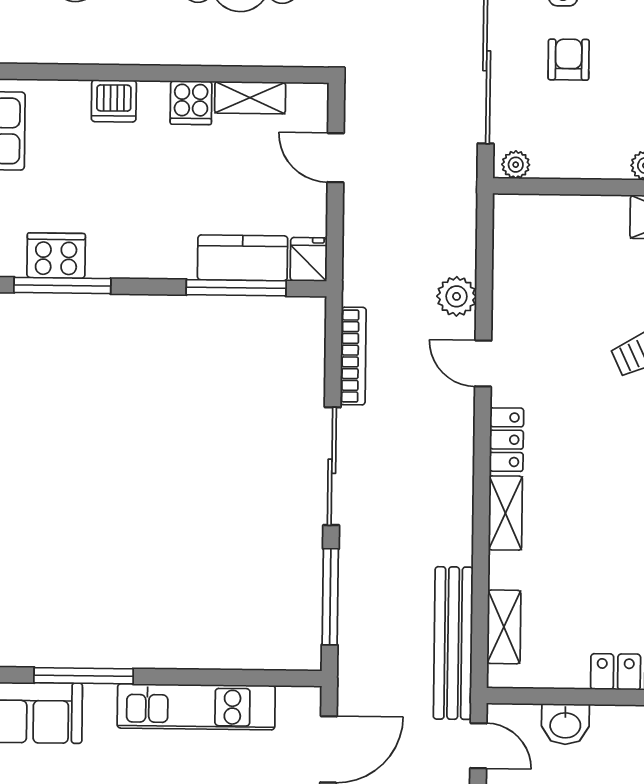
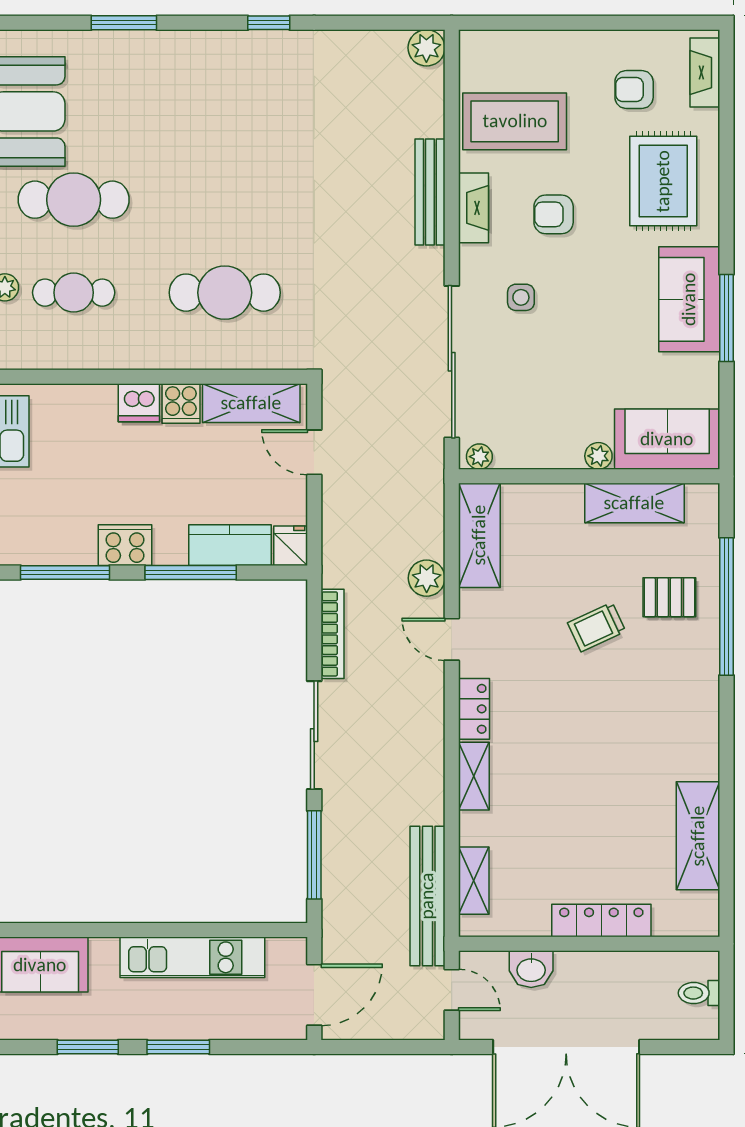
armchair: (569, 60) -> (527, 360), removed
shelving: (250, 98) -> (251, 403), width x1.50, depth x1.33
dishwasher: (114, 101) -> (139, 403), moved
shelving: (515, 251) -> (479, 535), added
cooker: (56, 256) -> (125, 545), moved
window: (236, 288) -> (191, 573), moved
window: (84, 676) -> (89, 930), removed

